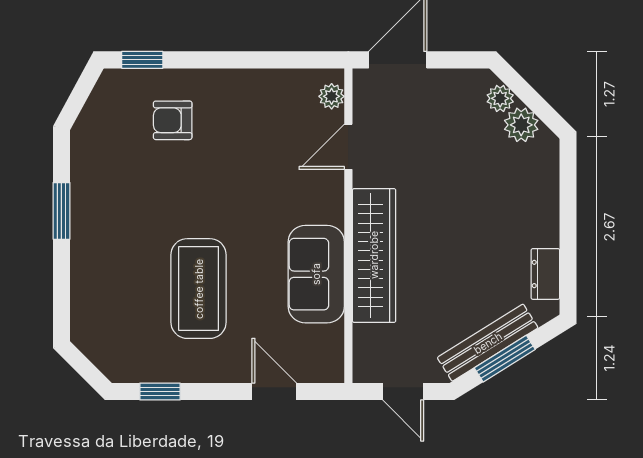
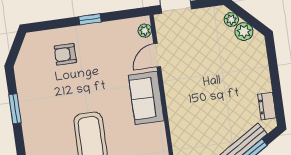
window: (142, 60) -> (90, 19), moved
wardrobe: (374, 255) -> (178, 109), removed
sofa: (316, 274) -> (146, 98), moved

